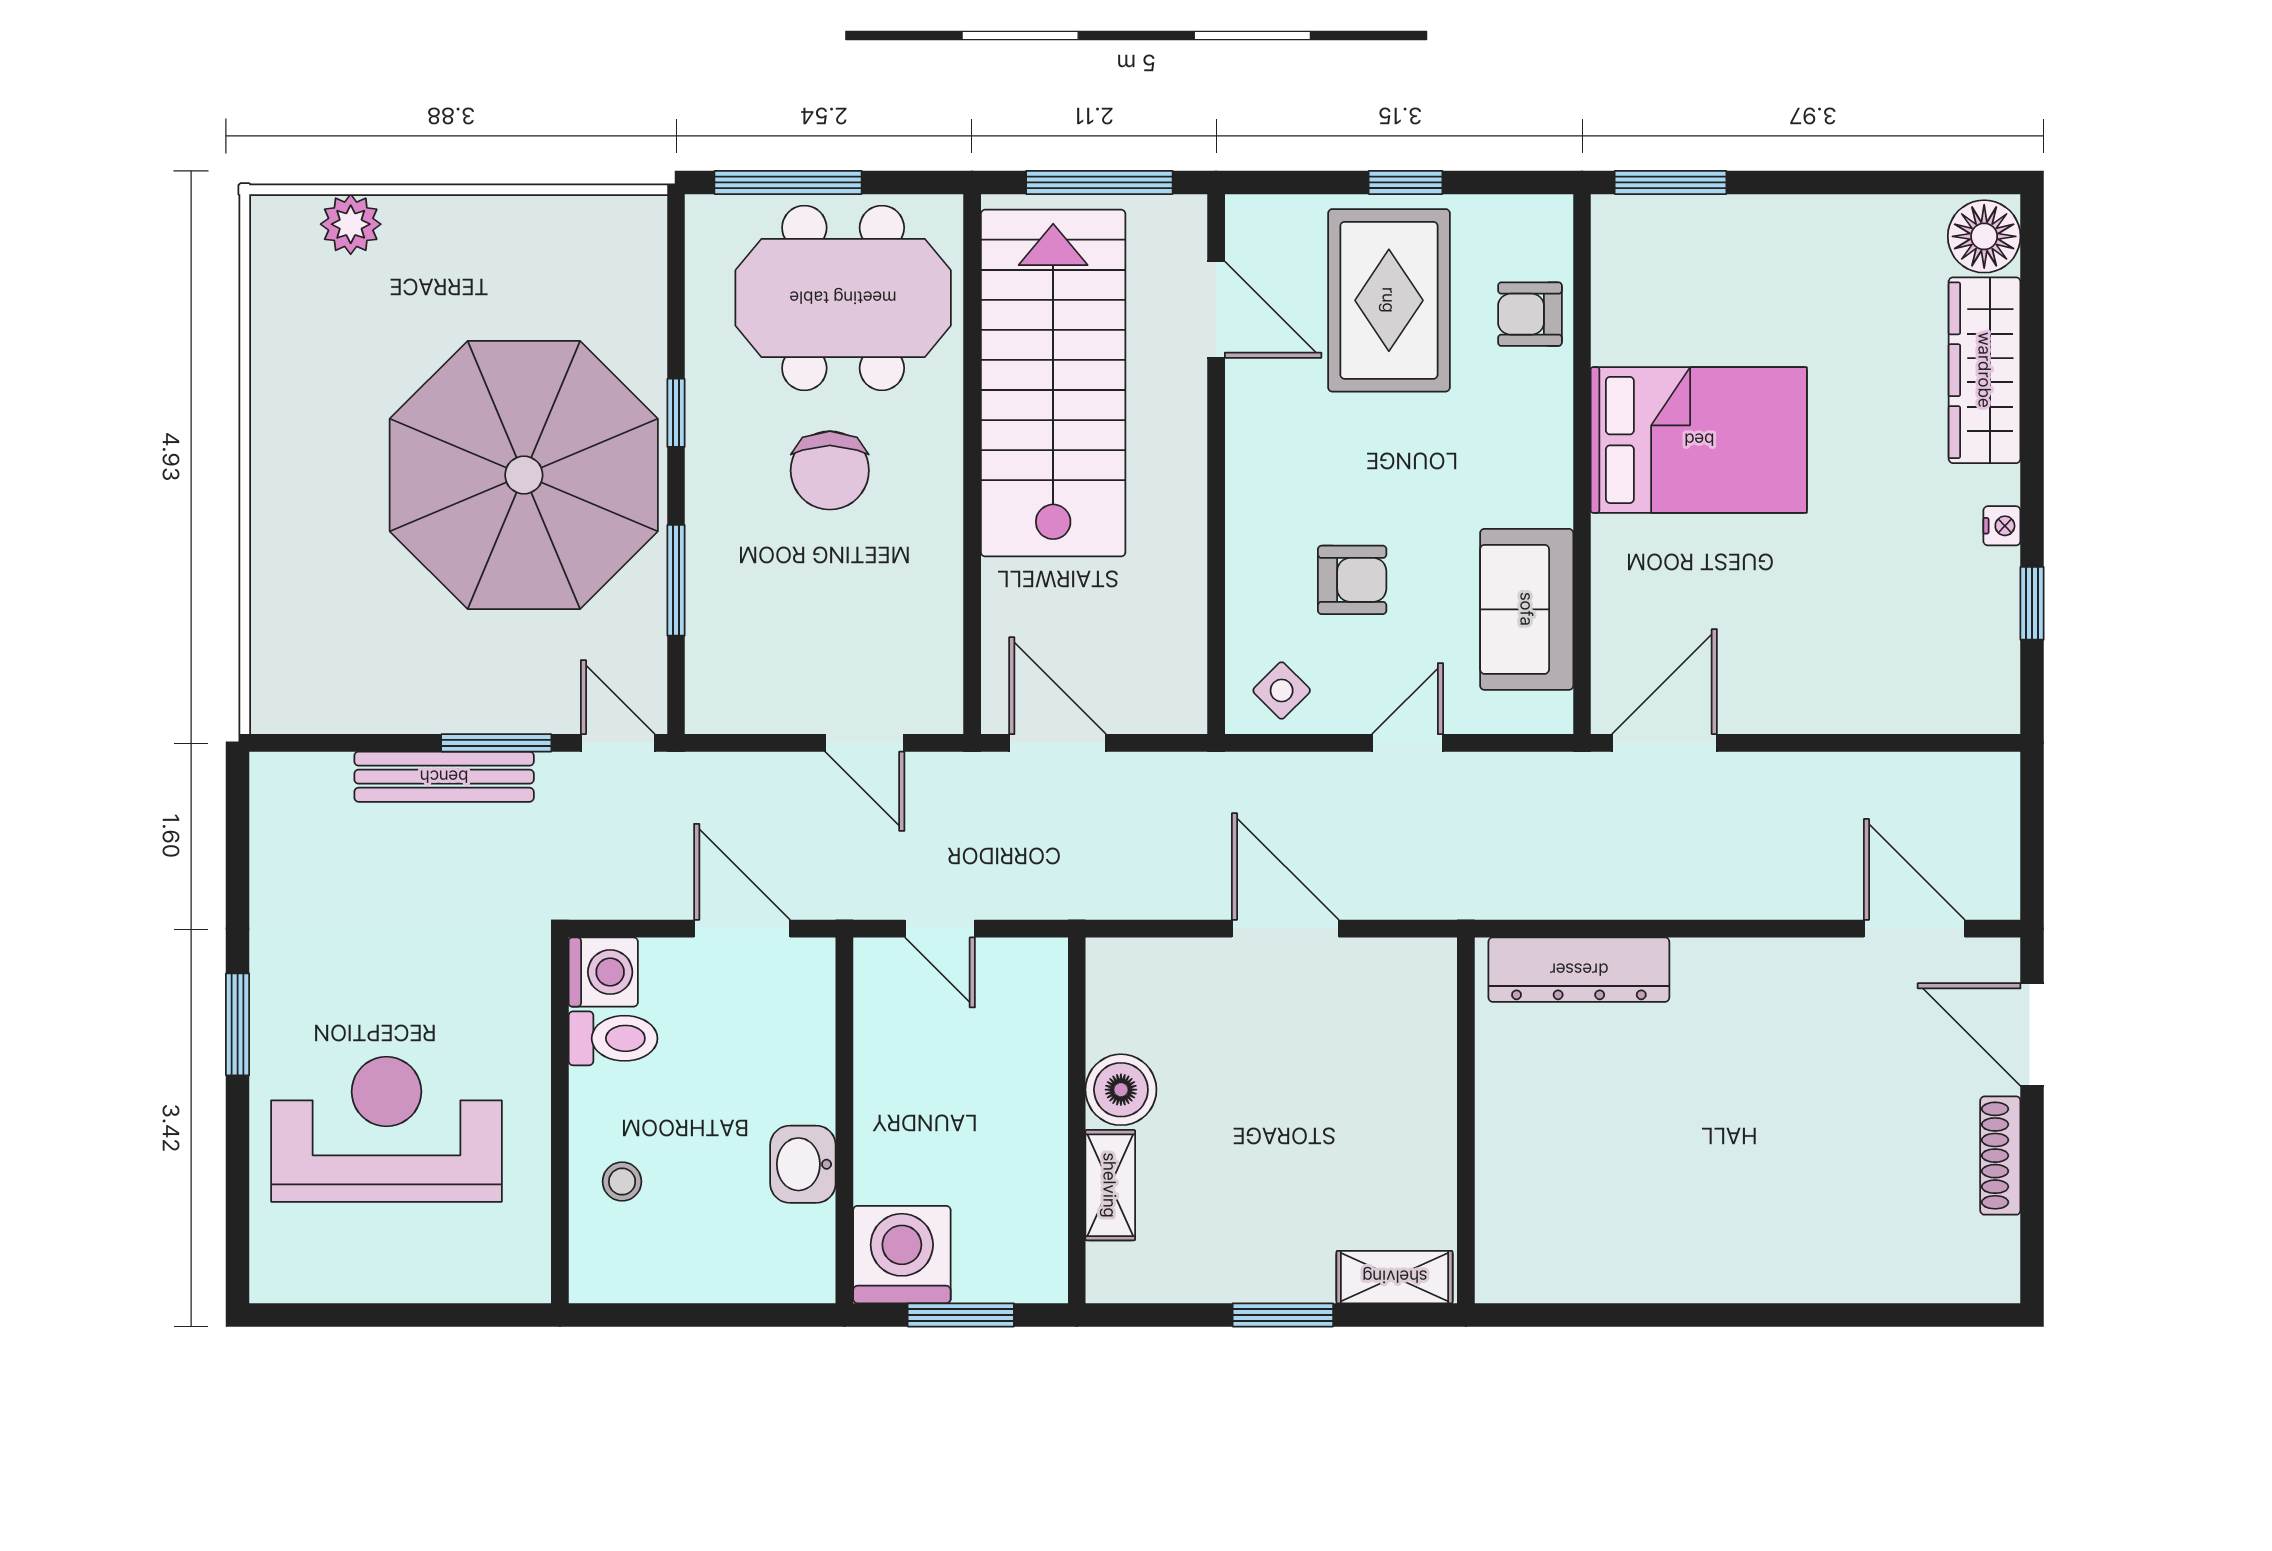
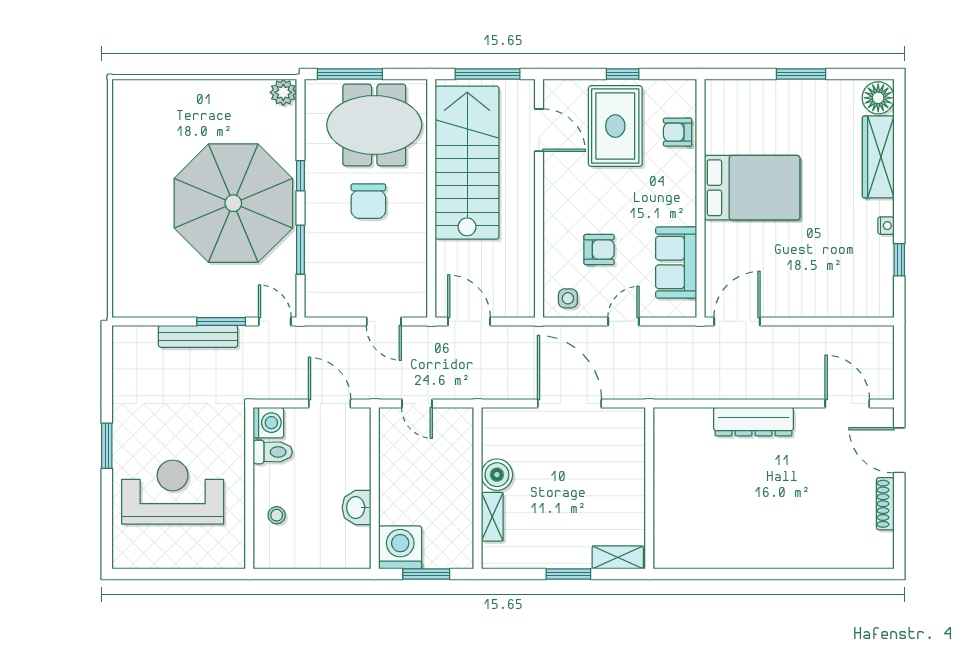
window: (1671, 182) -> (801, 74), moved
plant: (351, 224) -> (283, 92), moved
side table: (1282, 691) -> (568, 298), turned 45
door: (1285, 929) -> (570, 404), width x1.36
dresser: (1579, 970) -> (753, 422), moved

